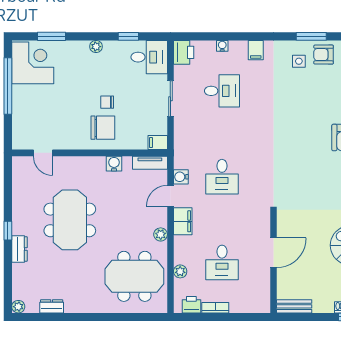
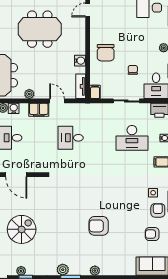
desk: (222, 91) -> (132, 138), width x1.37
chair: (107, 102) -> (133, 70), moved
water cooler: (181, 177) -> (14, 108), moved

